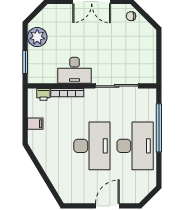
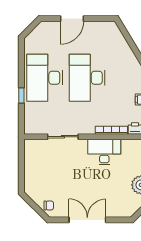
sliding door: (117, 86) -> (63, 137), width x0.73
window: (159, 128) -> (21, 95), width x0.32

